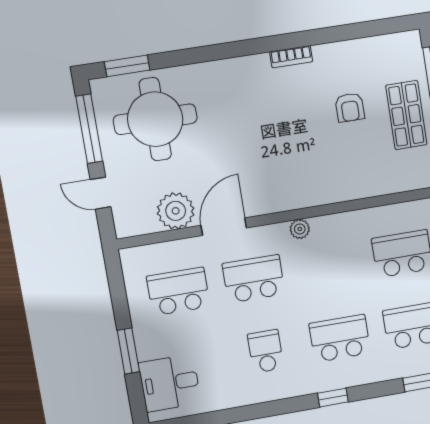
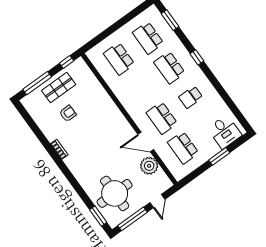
plant: (300, 229) -> (131, 109), removed

